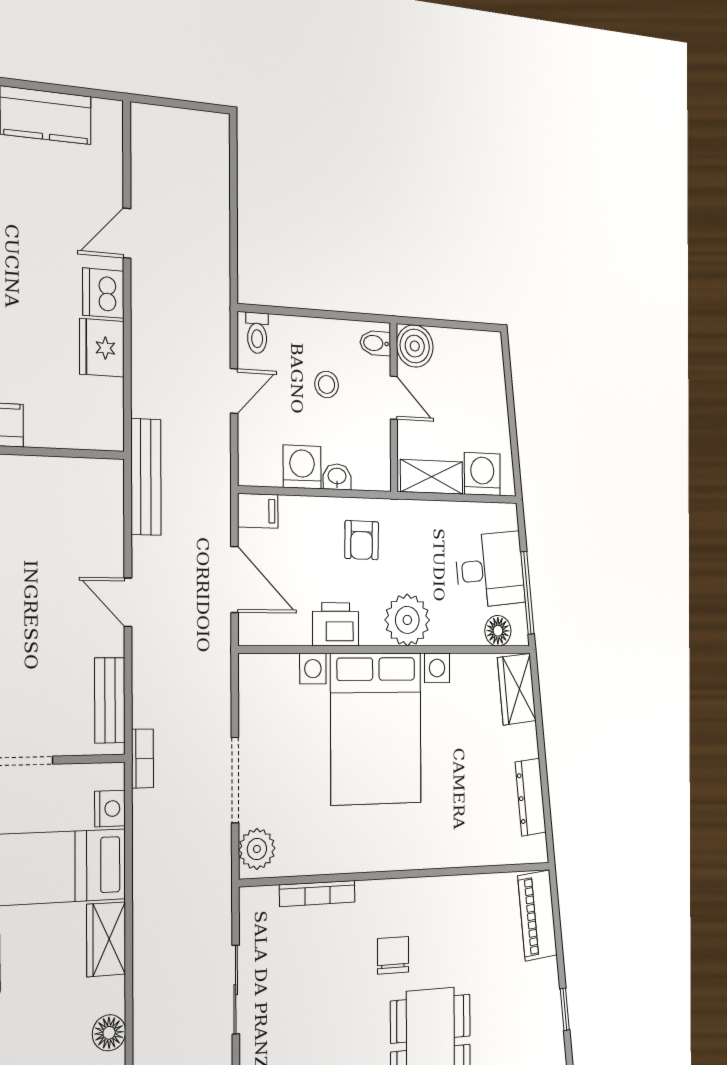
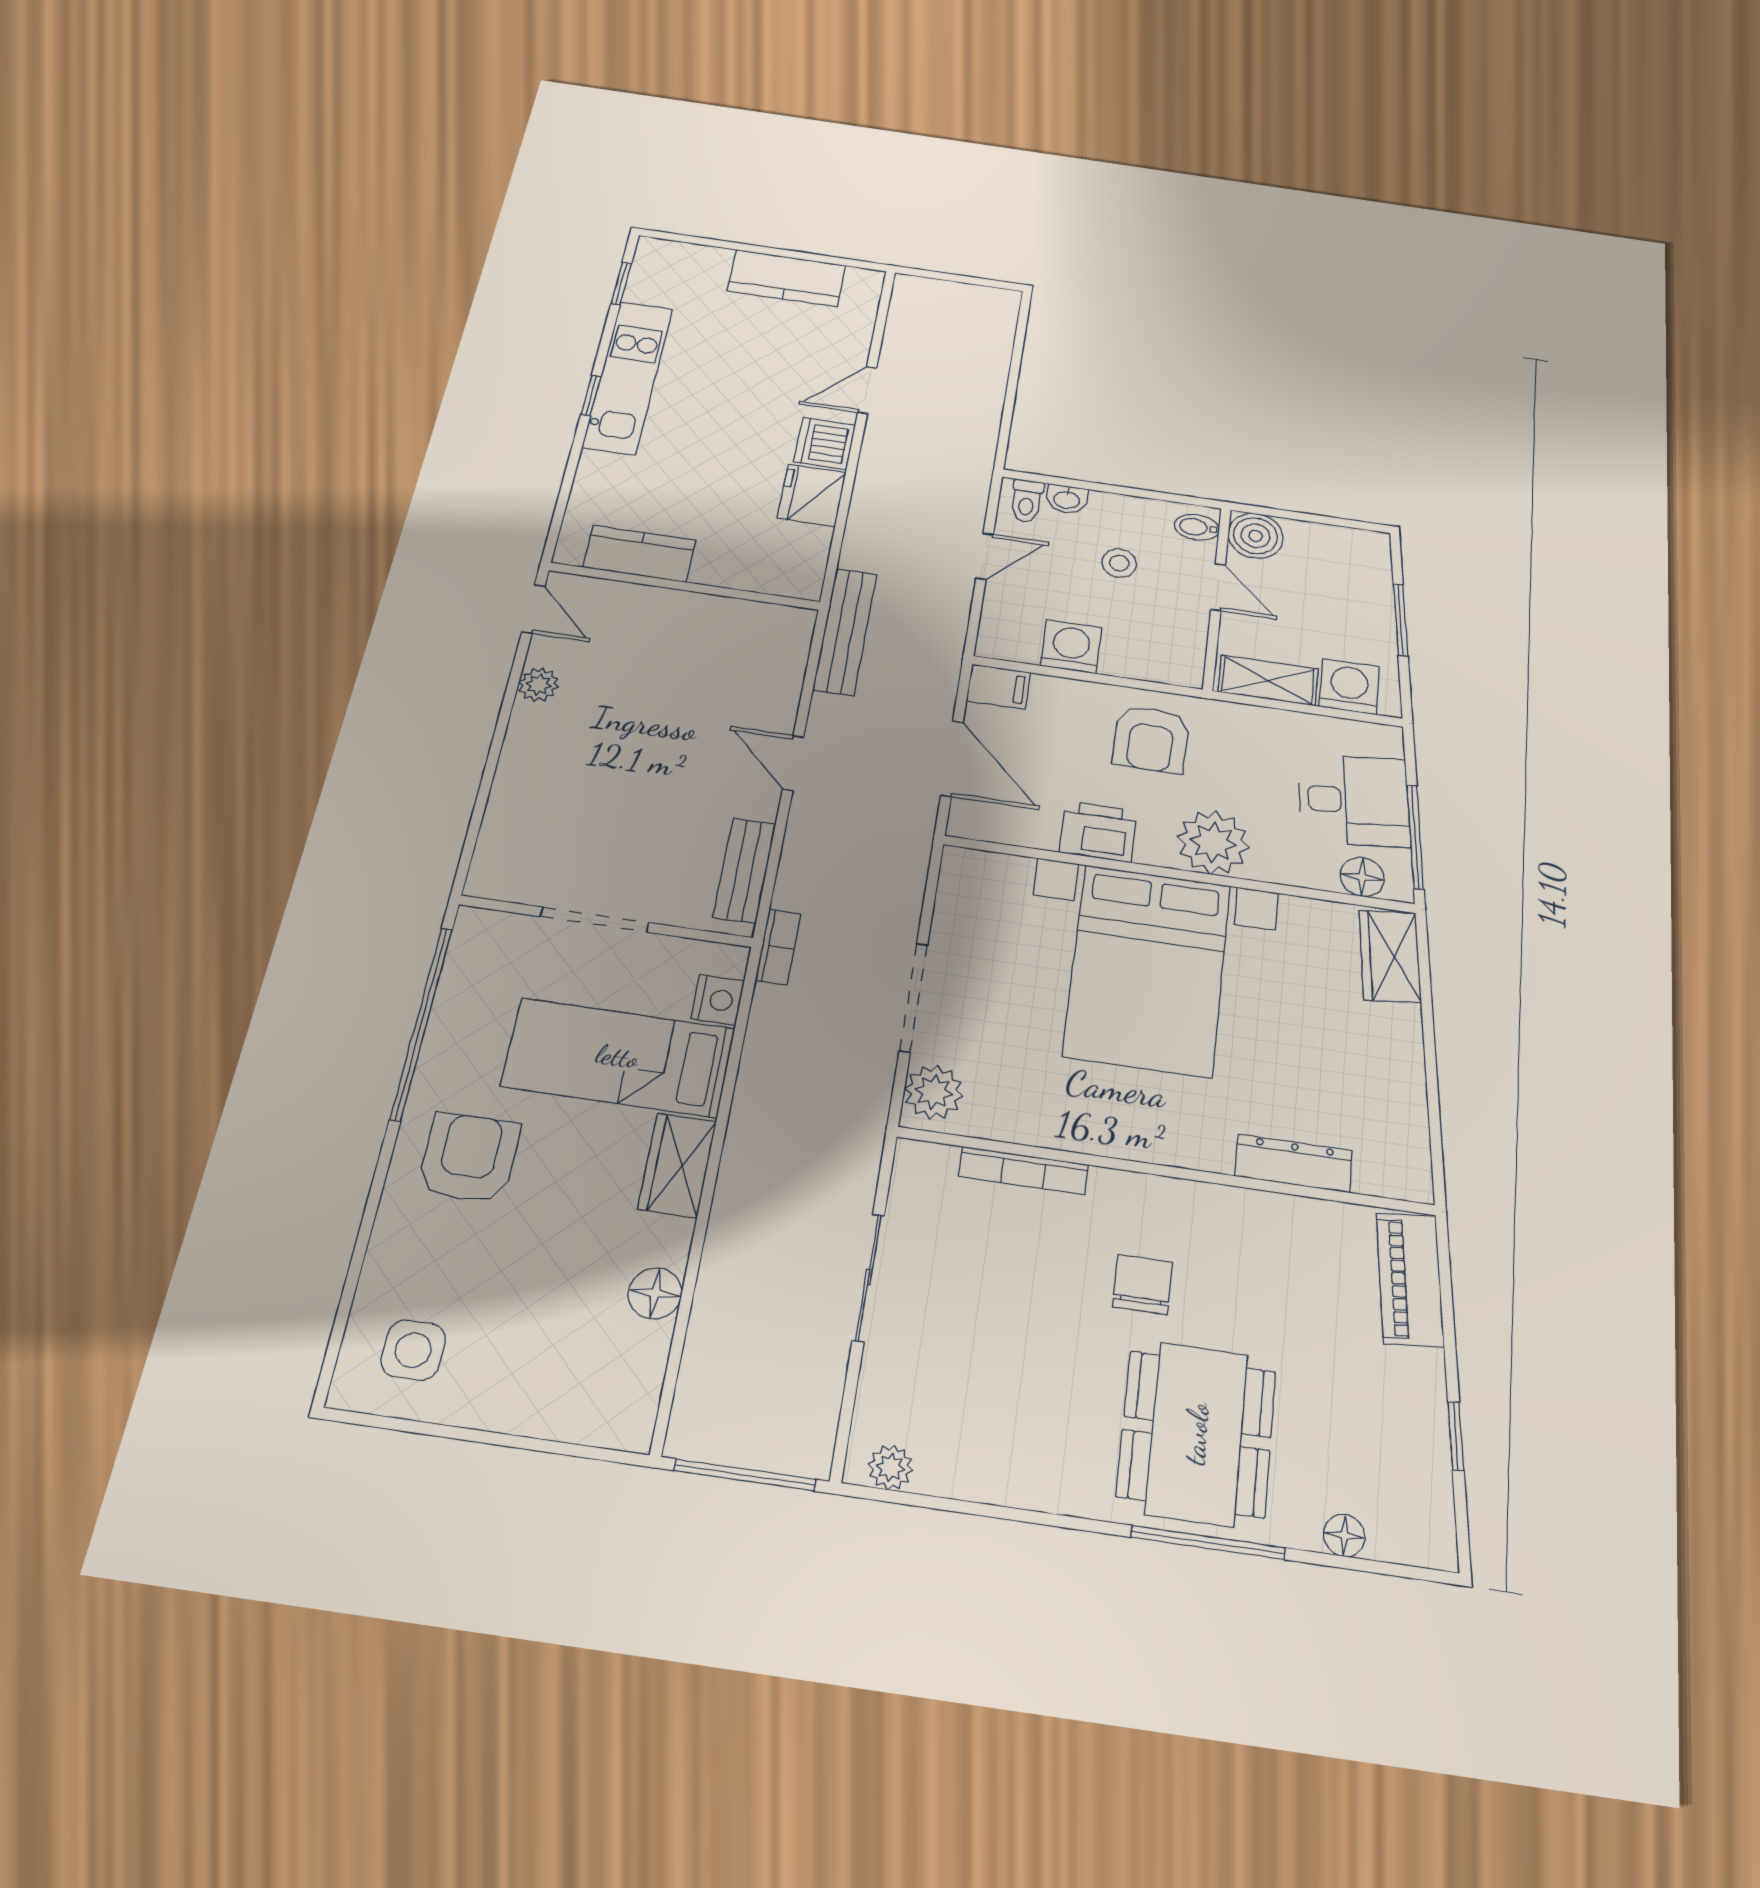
window: (511, 410) -> (1401, 620), added
washbasin: (337, 477) -> (1067, 499), moved, turned 180
armchair: (362, 540) -> (1151, 739), width x1.38, depth x1.38
dresser: (531, 797) -> (1294, 1163), moved, turned 96

